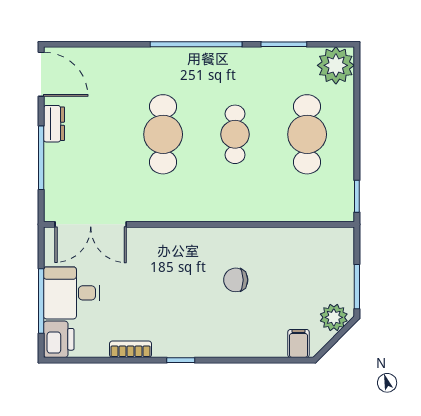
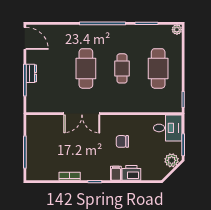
plant: (336, 65) -> (177, 30), width x0.53, depth x0.53
dresser: (54, 124) -> (31, 73), moved
double door: (91, 224) -> (82, 114), moved
desk: (72, 293) -> (168, 128), moved, turned 180
printer: (59, 339) -> (131, 173), moved, turned -90
filing cabinet: (299, 343) -> (116, 173), moved

